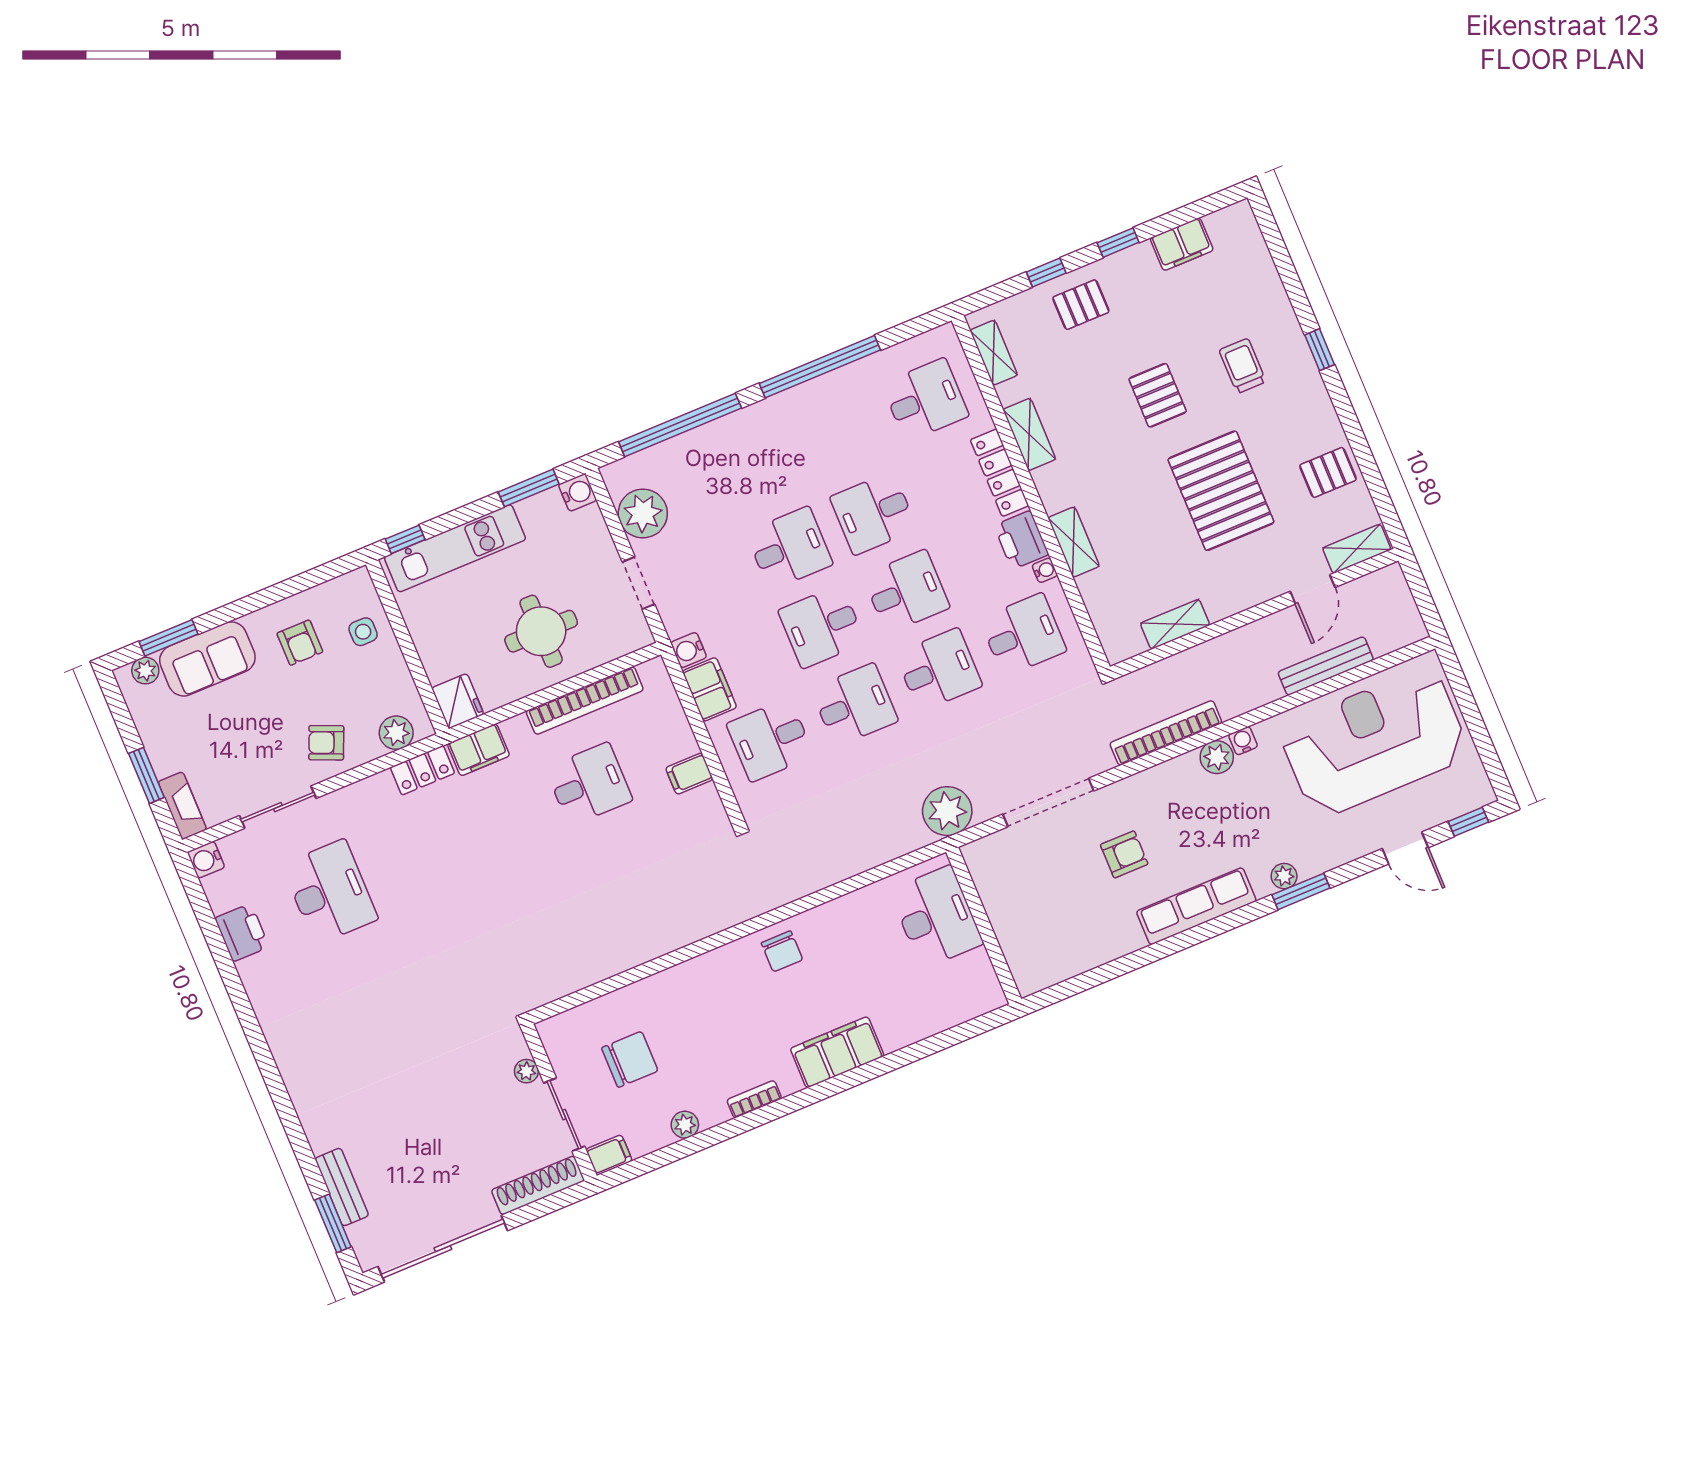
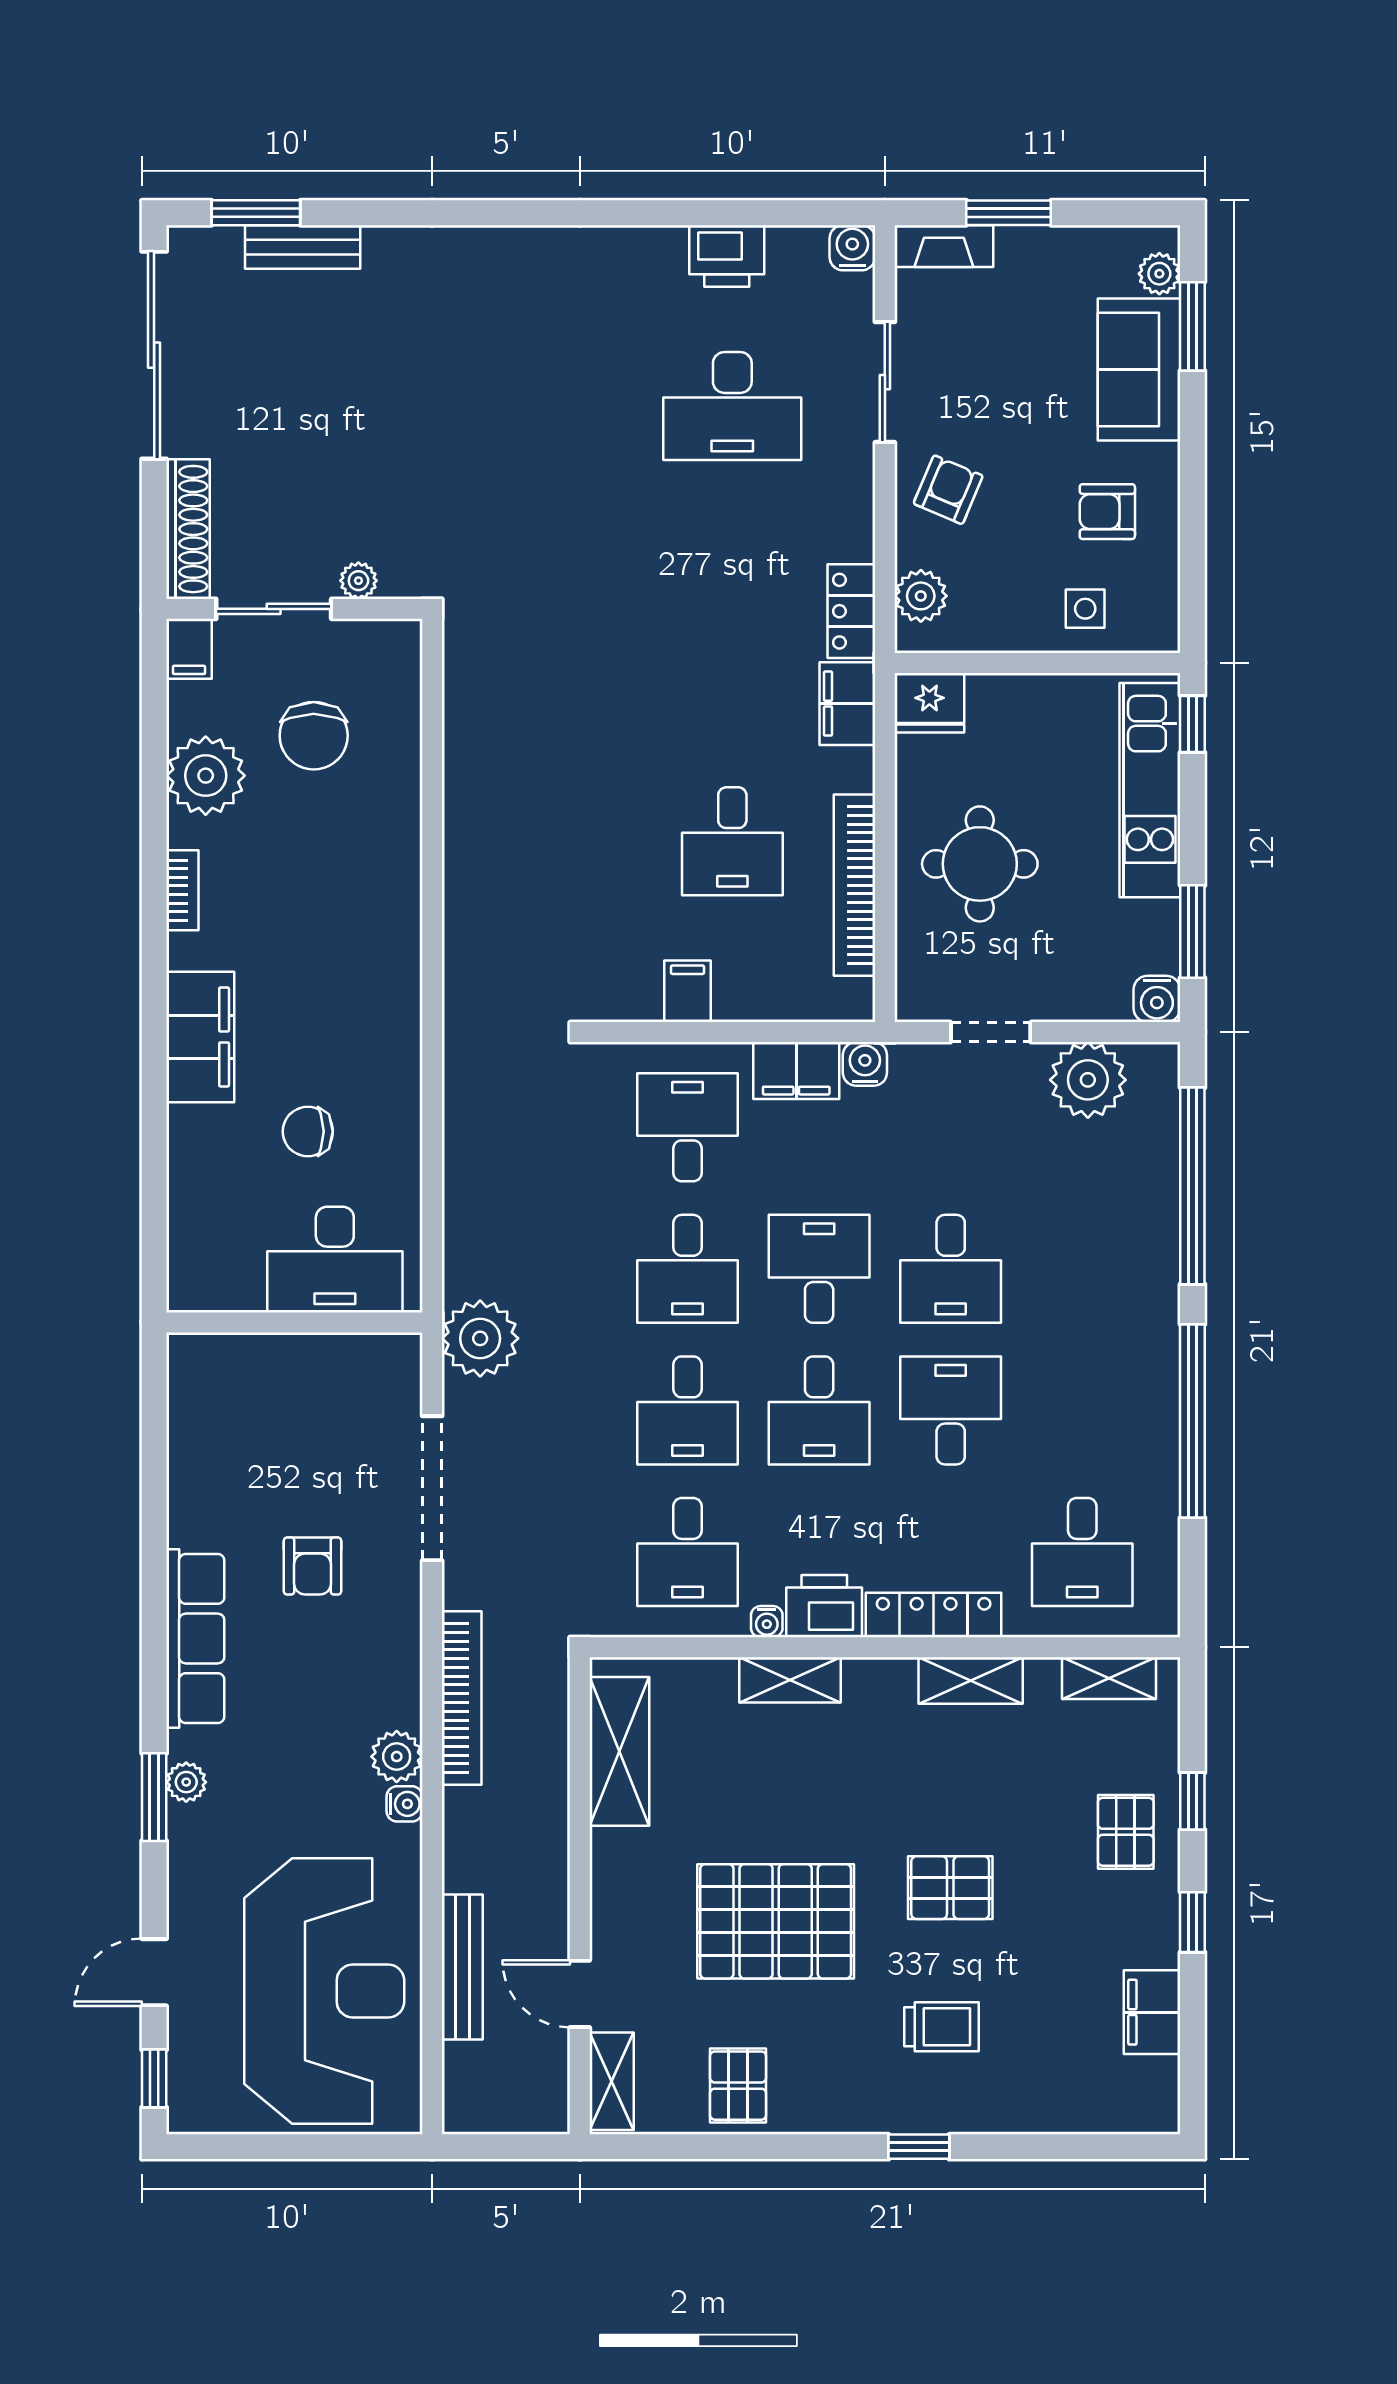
shelving: (1175, 624) -> (619, 1751), width x1.50, depth x1.33
chair: (782, 951) -> (308, 1131), moved
plant: (685, 1125) -> (206, 776), width x1.87, depth x1.87

